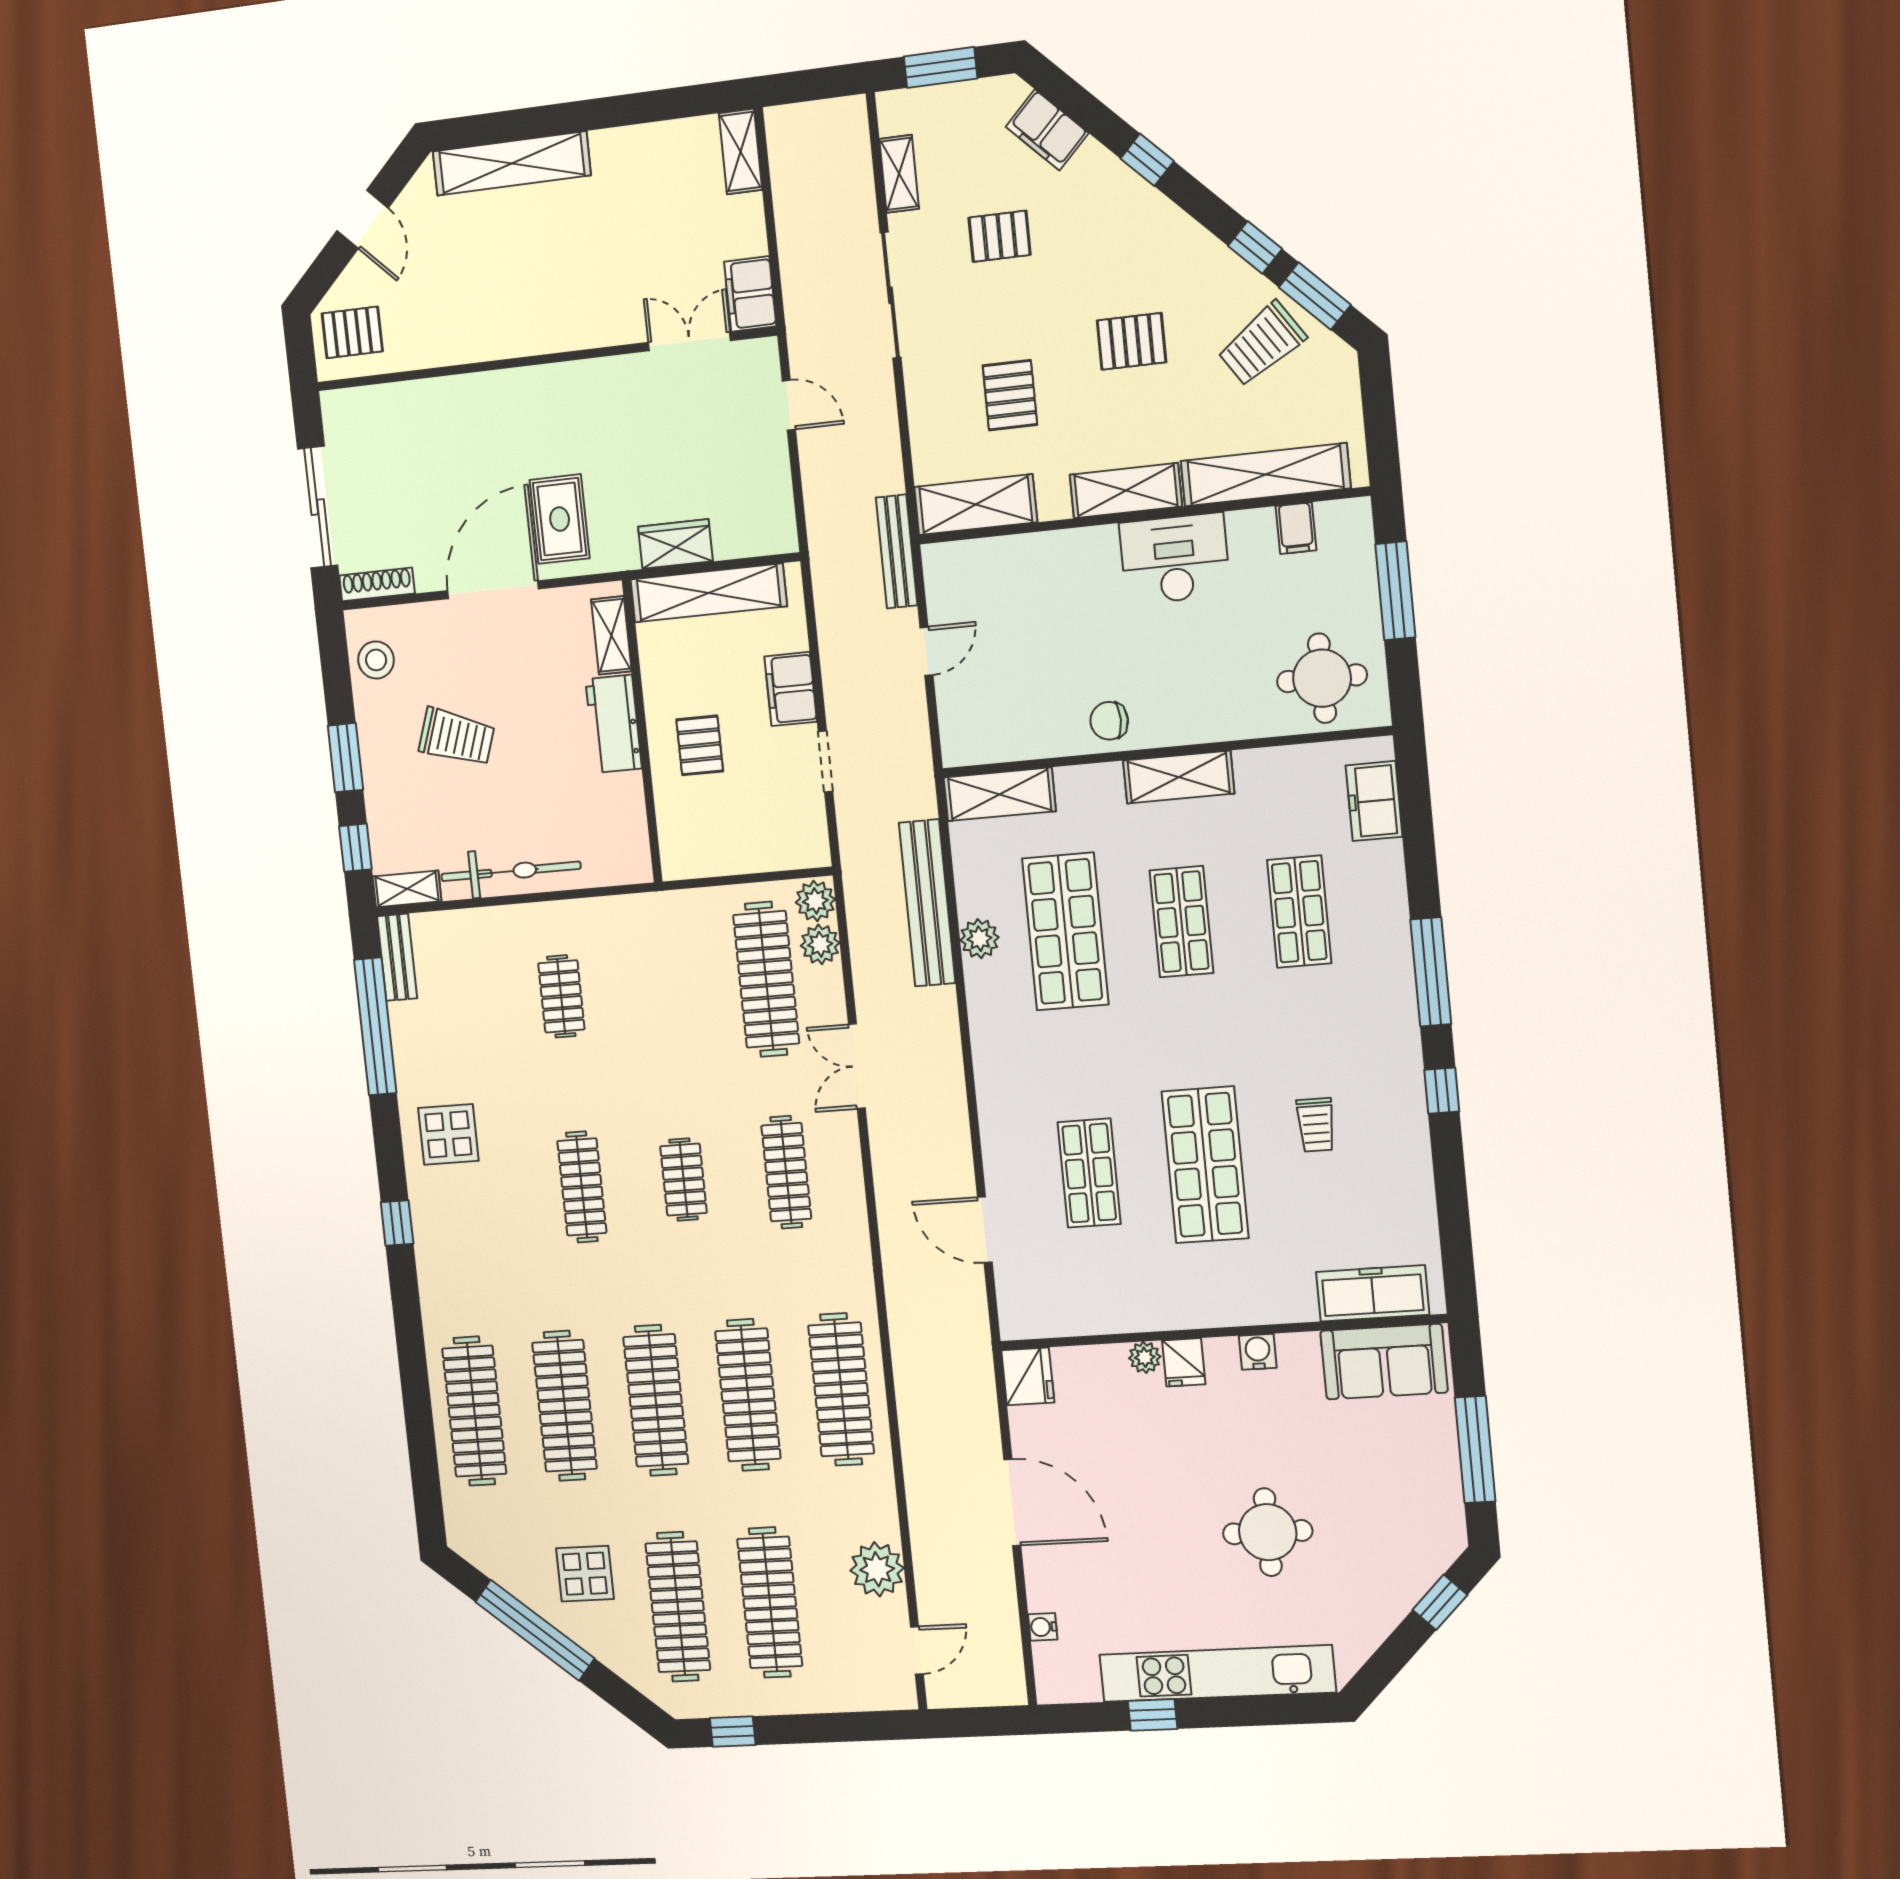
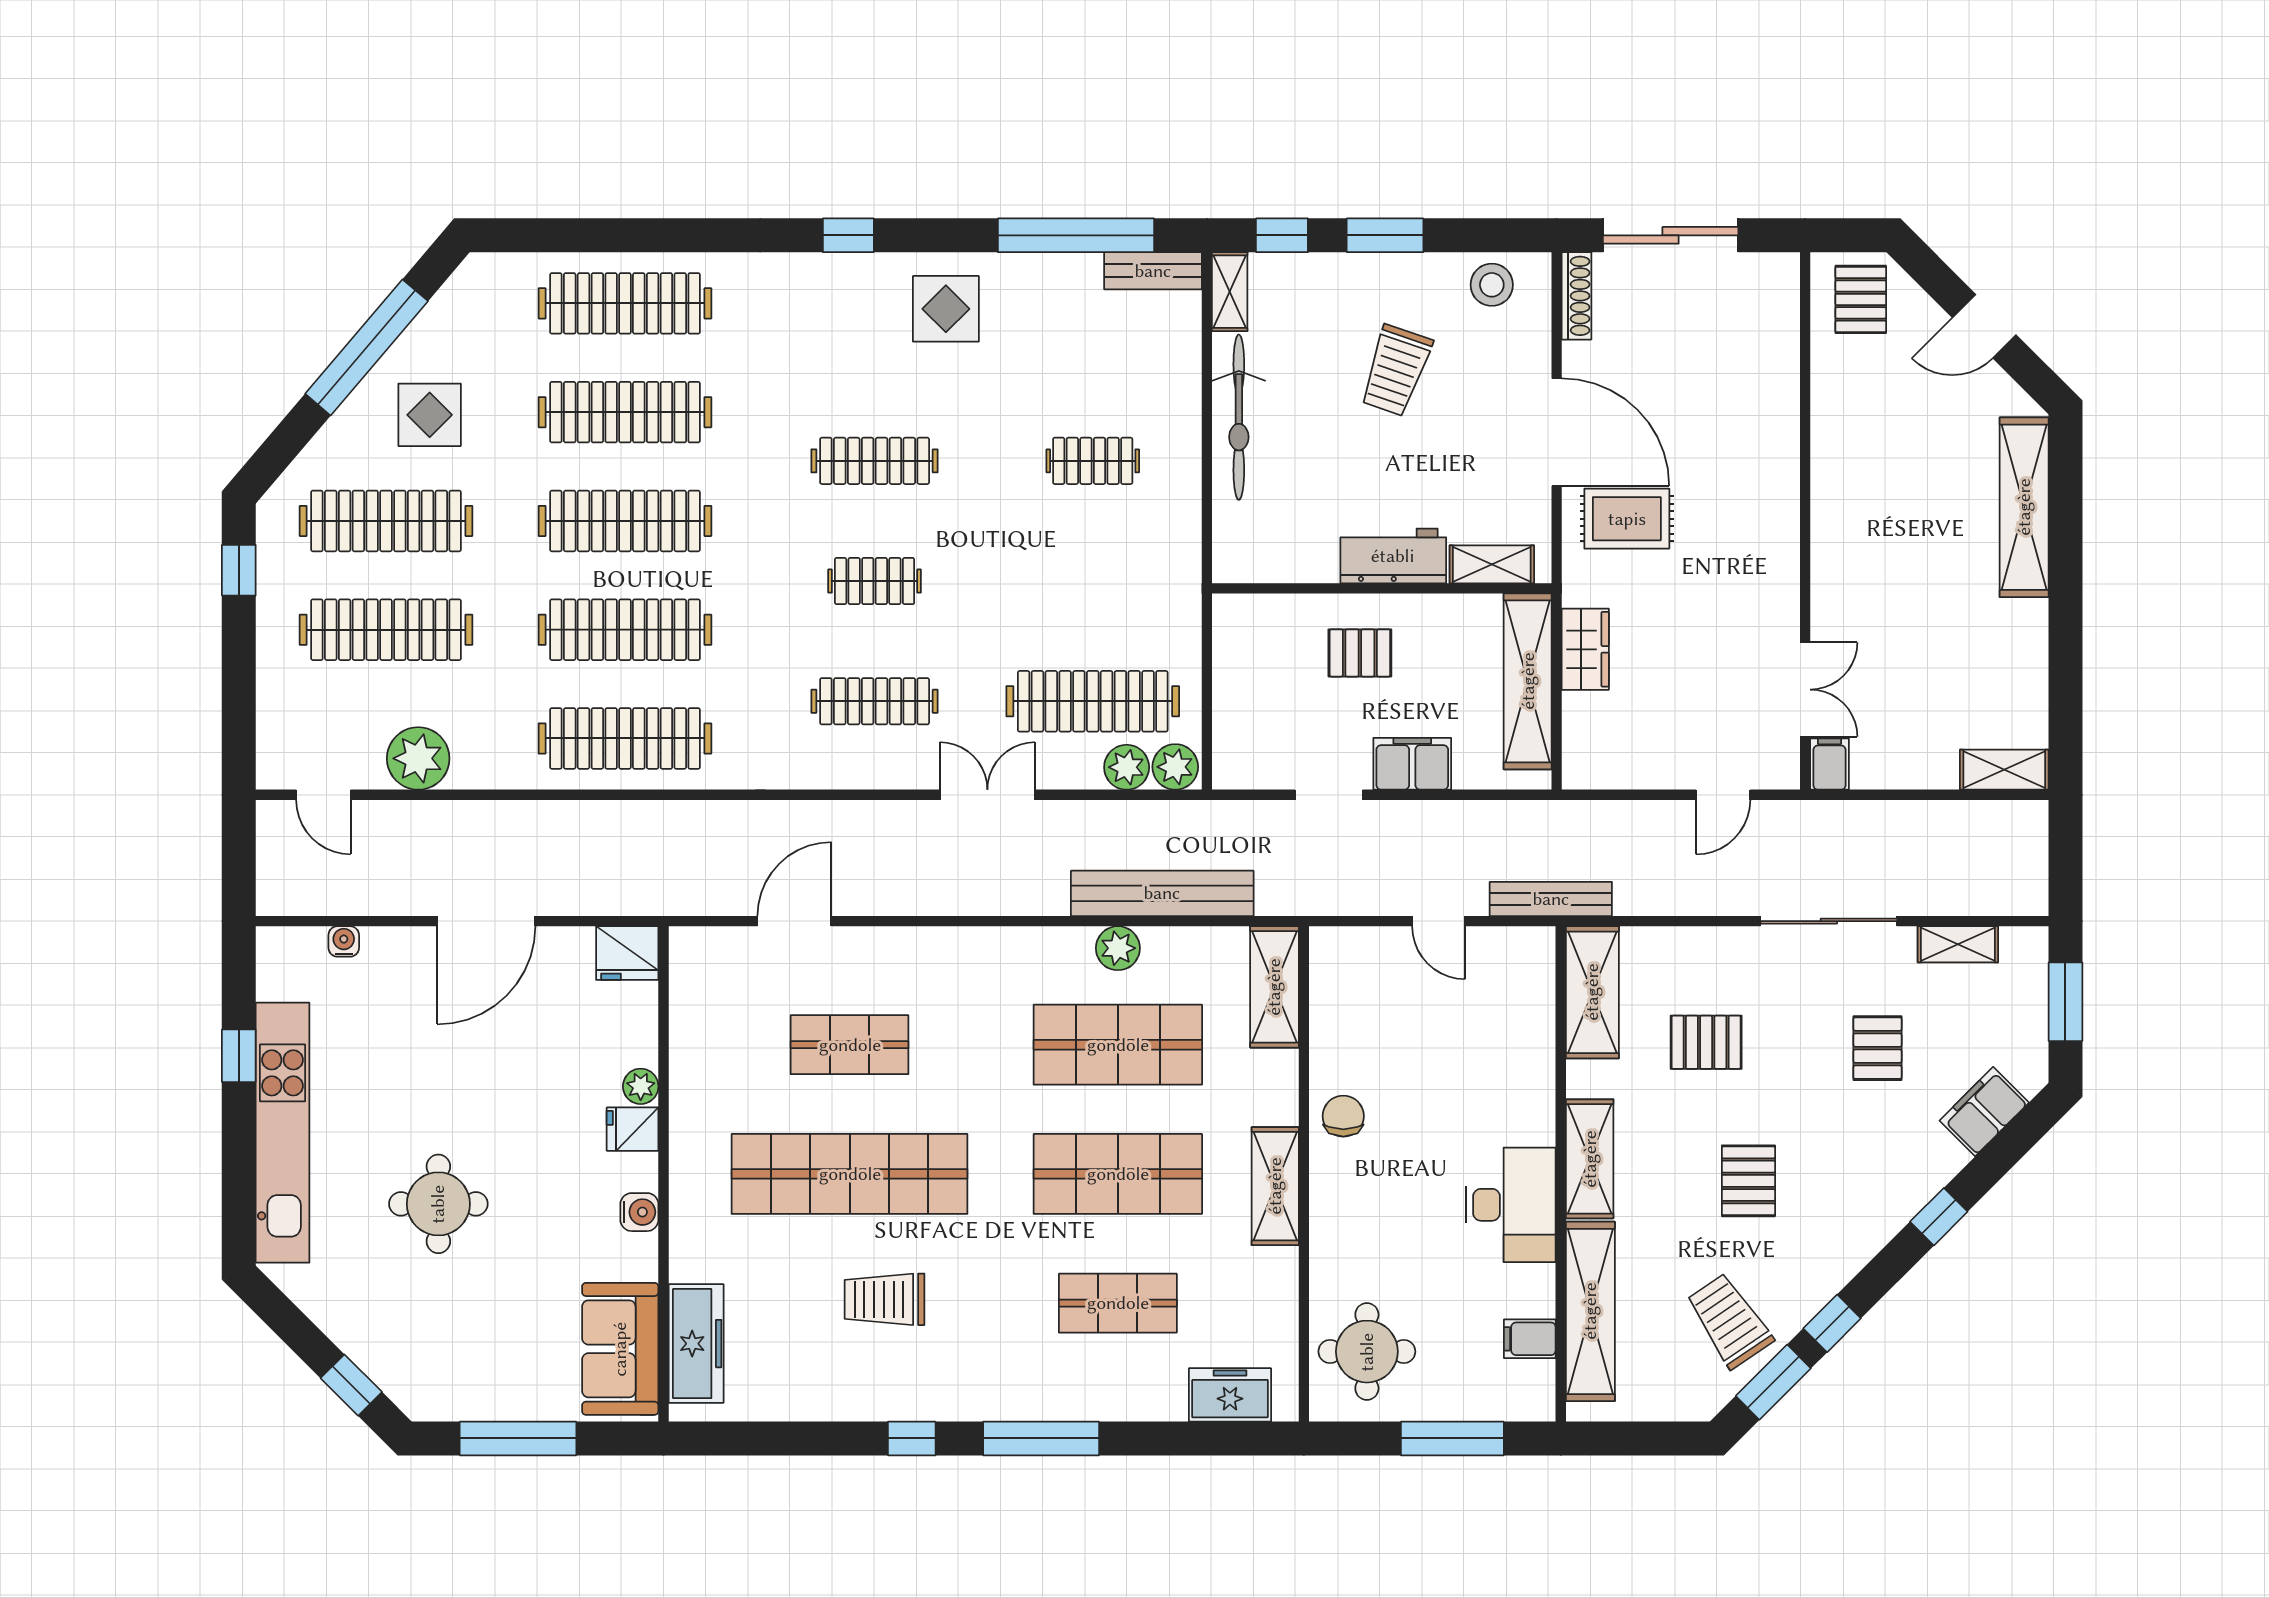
filing cabinet: (750, 294) -> (1829, 764), width x0.50
shop shelf: (1181, 922) -> (1118, 1174), width x1.43, depth x1.36
trolley: (1316, 1125) -> (885, 1299), width x1.36, depth x1.39
shop shelf: (1205, 1165) -> (850, 1174), width x1.40

